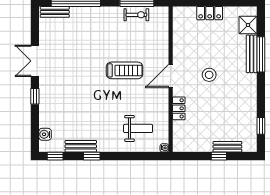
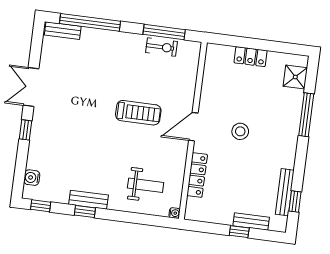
bench: (252, 54) -> (285, 192), moved
locker: (179, 108) -> (197, 175), width x1.53
bench: (81, 146) -> (89, 200), moved

